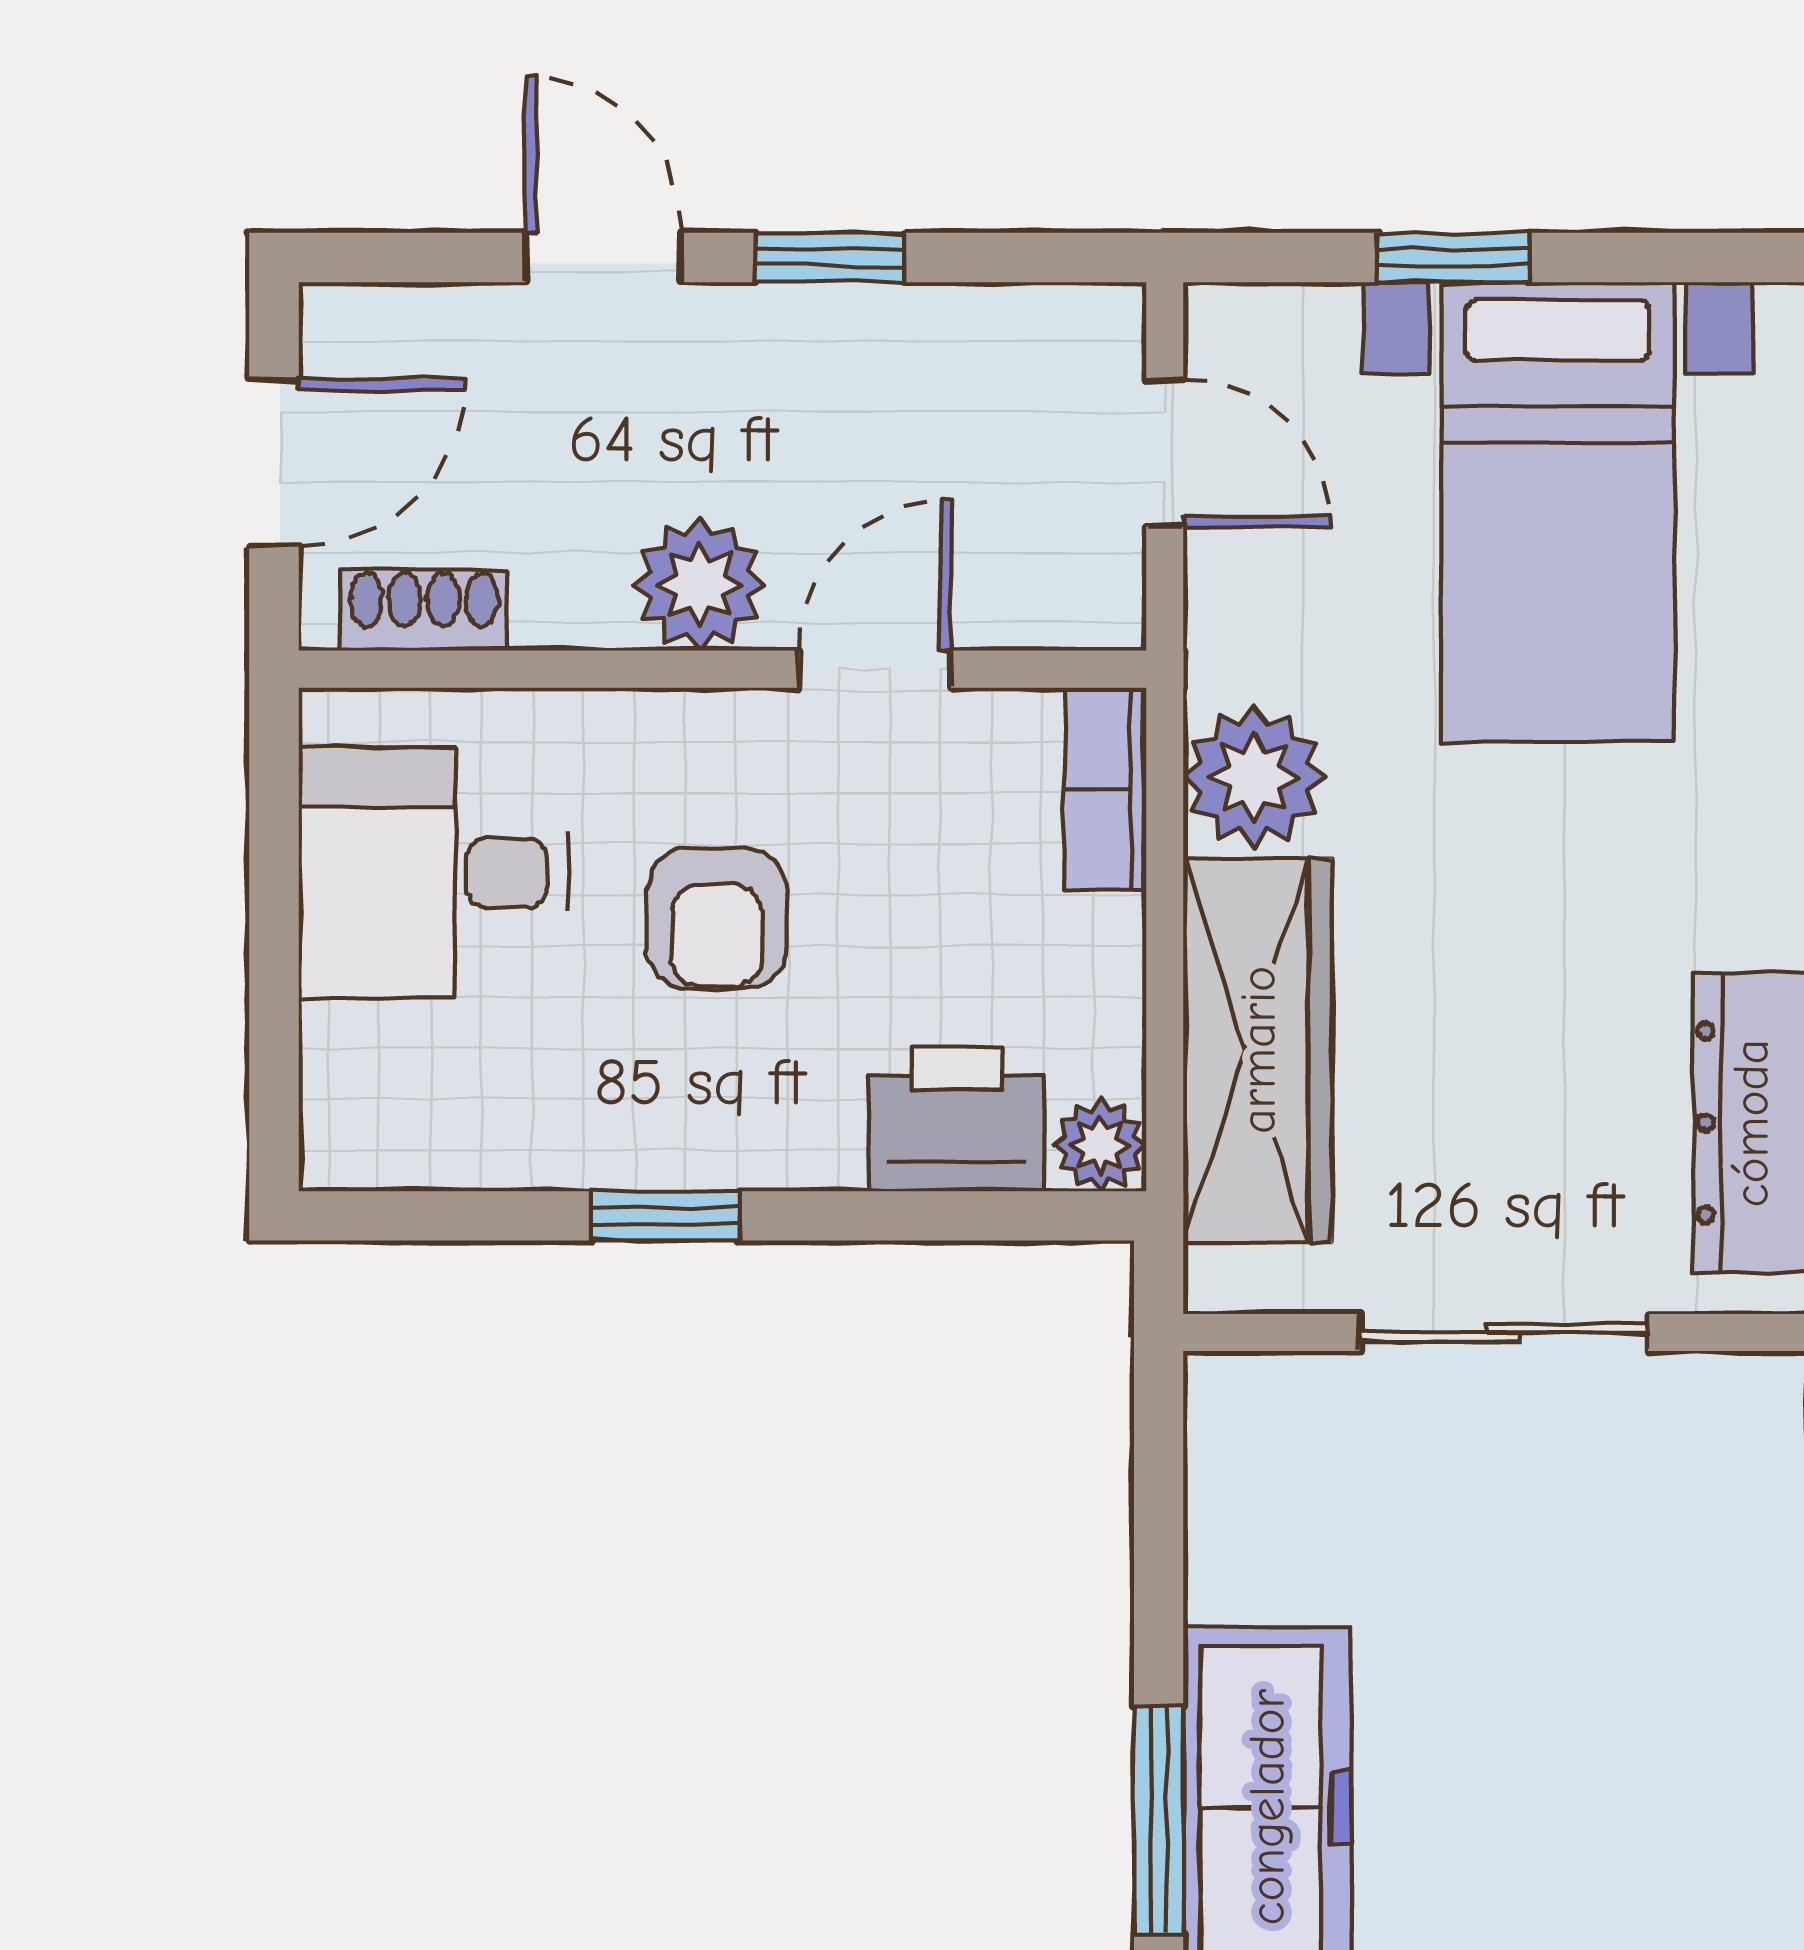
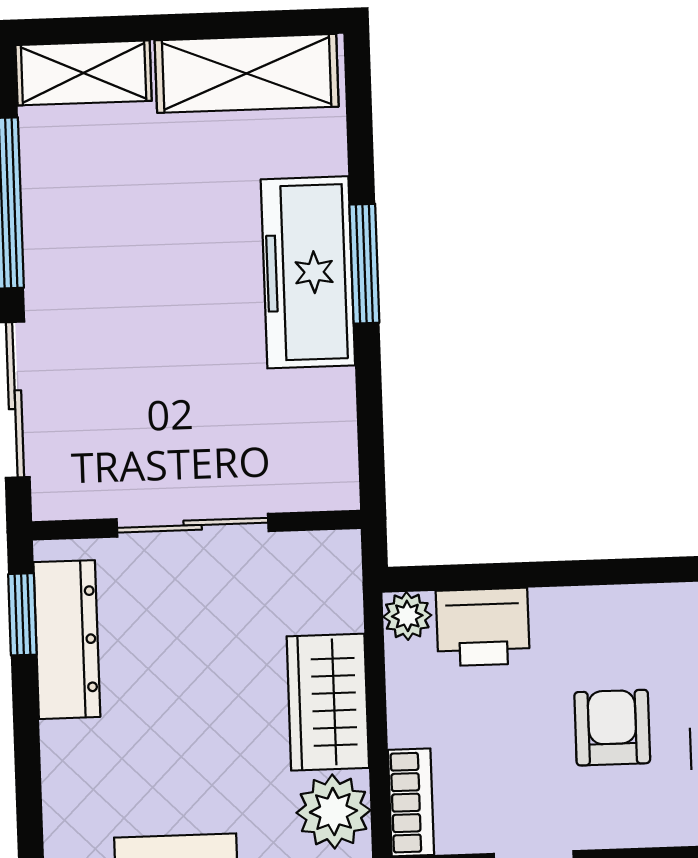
wardrobe: (1258, 1050) -> (328, 702), width x0.67
window: (666, 1216) -> (634, 571), removed

